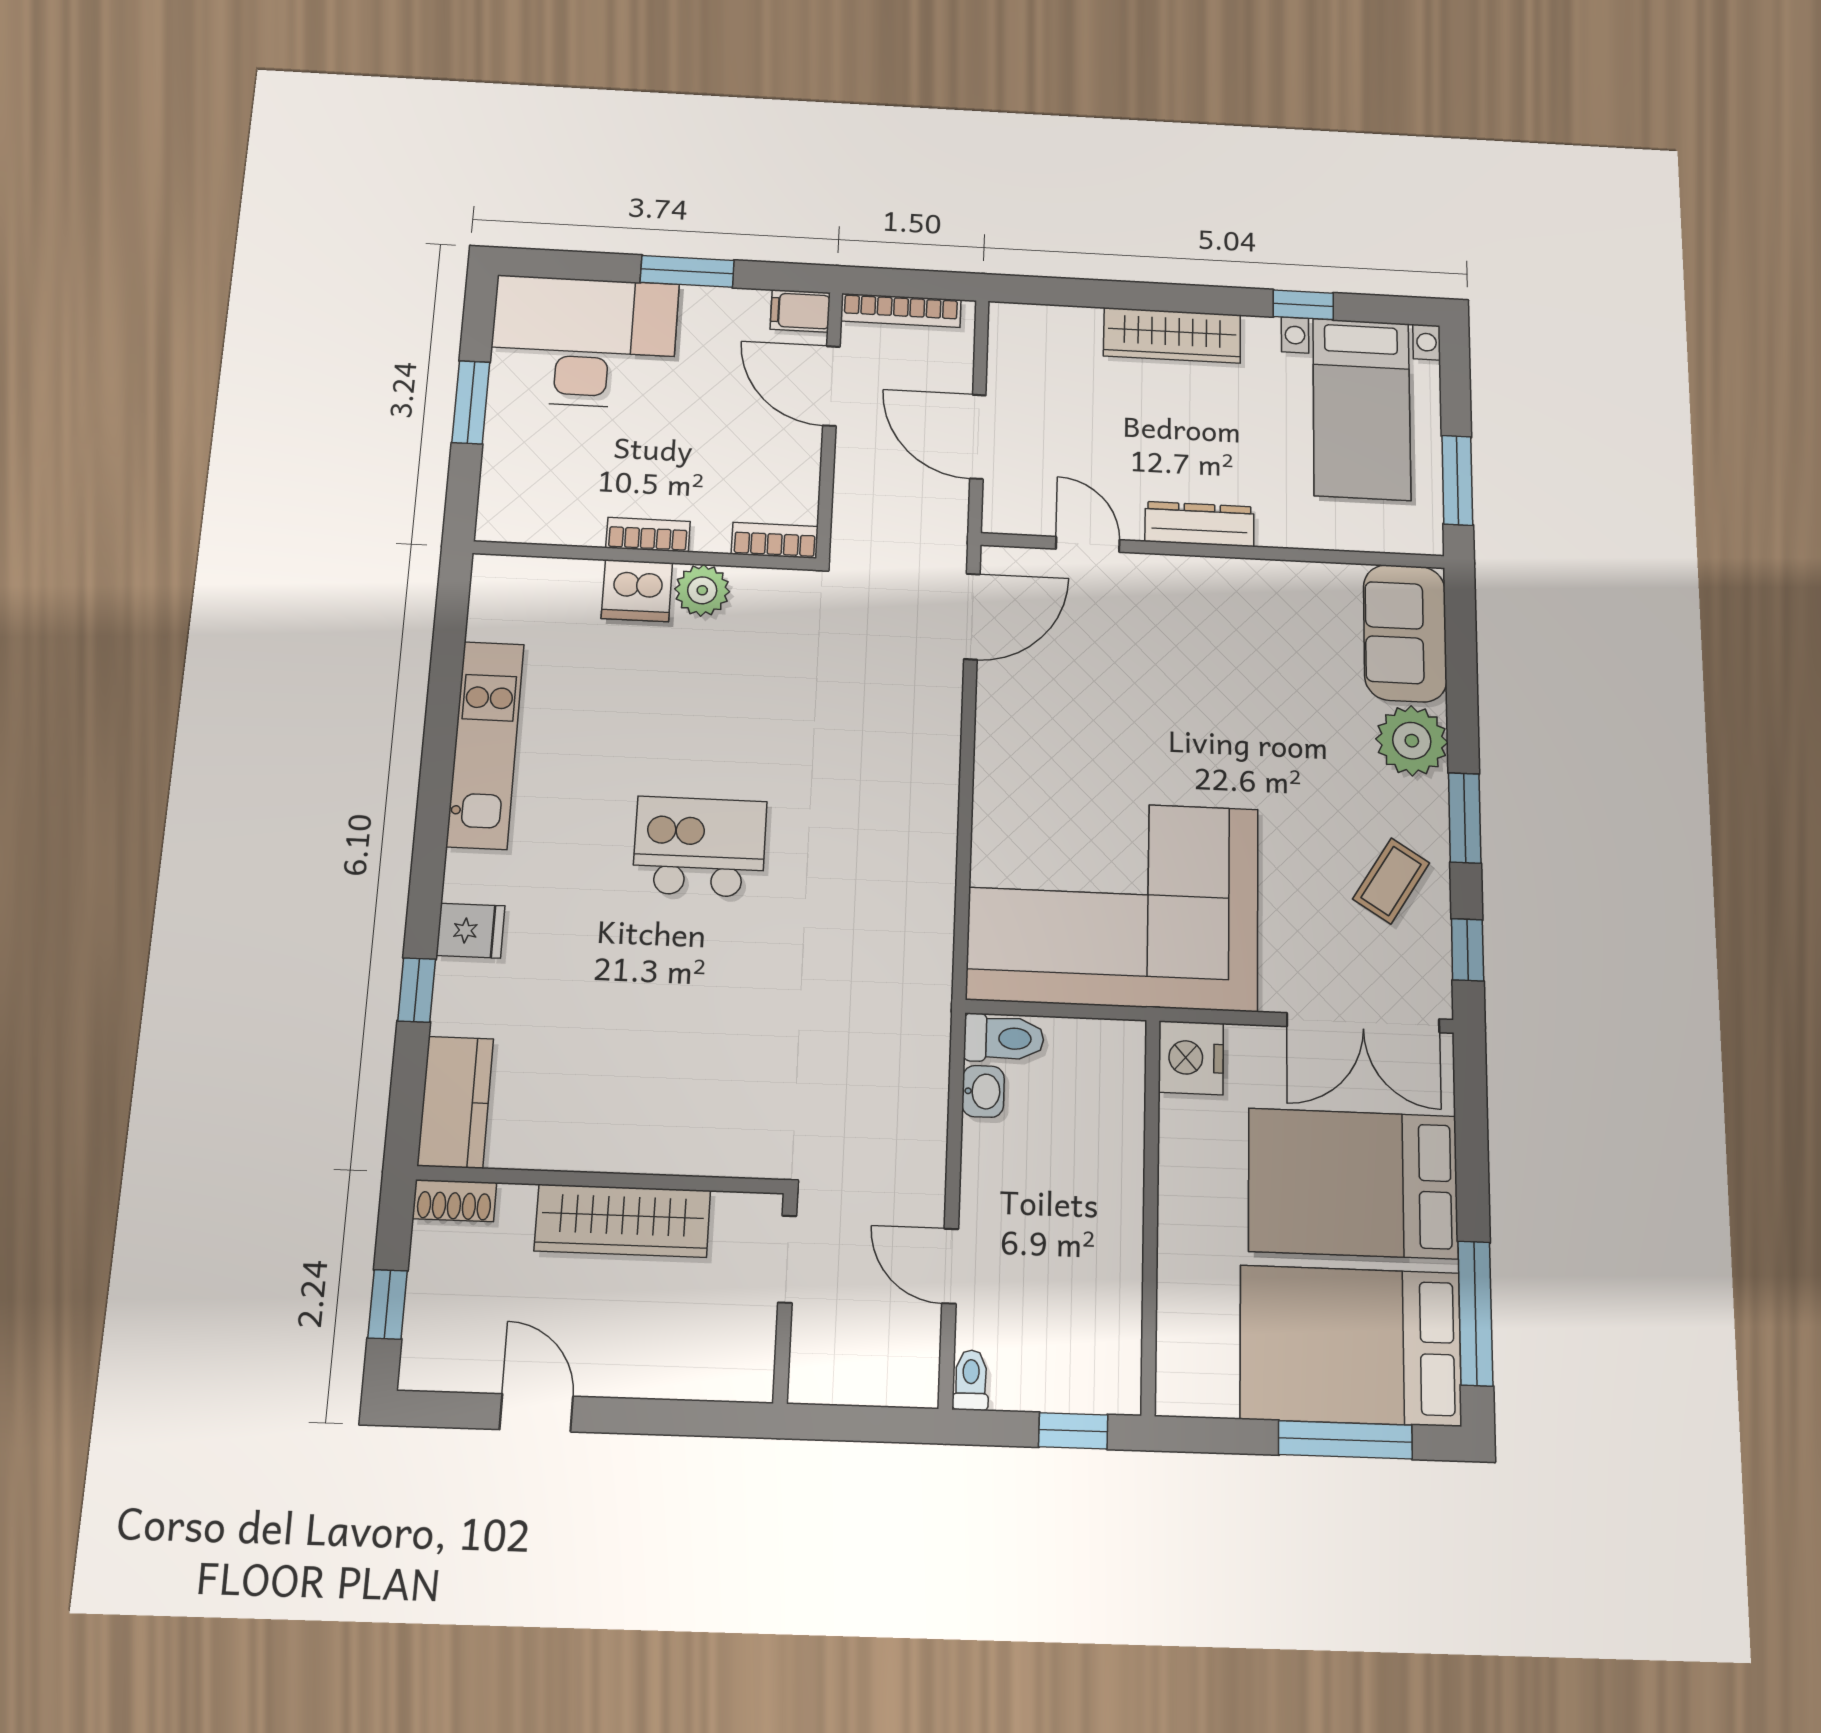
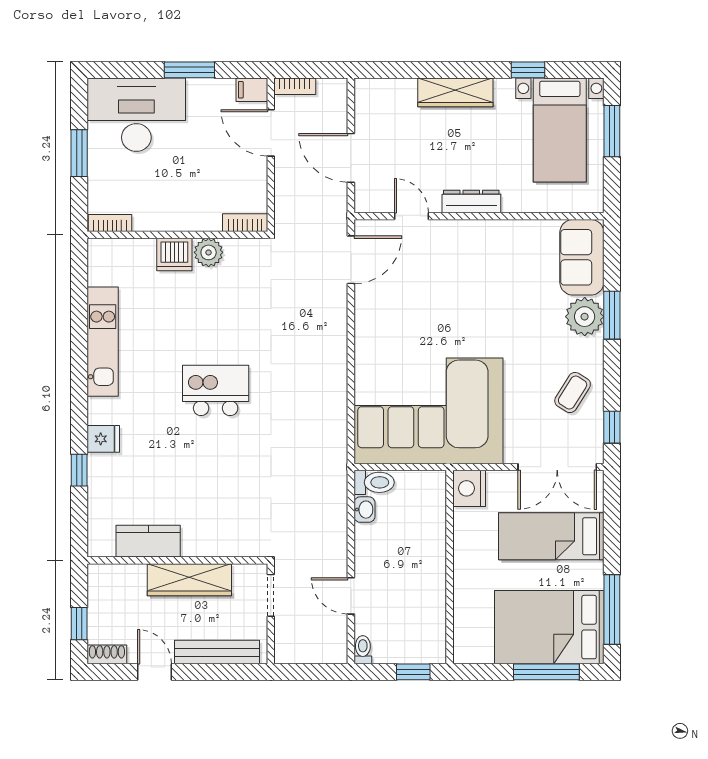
bookcase: (901, 310) -> (295, 86), width x0.64
window: (1457, 480) -> (612, 131), moved
bookcase: (648, 535) -> (110, 223), moved
window: (1465, 818) -> (612, 315), moved
kitchen counter: (455, 1102) -> (148, 541), moved, turned -90
bed: (1353, 1183) -> (551, 536), width x0.67
shoe rack: (454, 1201) -> (107, 654), moved, turned 180
bench: (670, 1375) -> (217, 652), added

